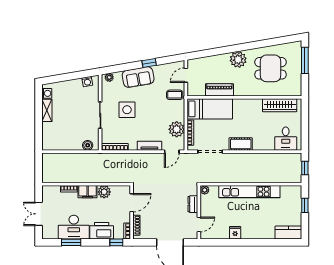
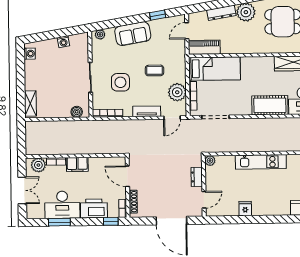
dresser: (217, 60) -> (221, 13), added
window: (149, 63) -> (158, 15), moved
washing machine: (87, 81) -> (63, 42), moved
piano: (219, 90) -> (204, 47), moved
coffee table: (175, 95) -> (154, 70), moved
shelving: (47, 110) -> (30, 103), moved
side table: (127, 110) -> (120, 82), moved
cot: (241, 144) -> (270, 105), moved, width x1.37, depth x1.34
plant: (104, 192) -> (38, 165), moved
kitchen unit: (249, 192) -> (261, 162), width x0.73
door: (132, 203) -> (127, 176), swing flipped
double door: (39, 214) -> (22, 190), swing flipped

